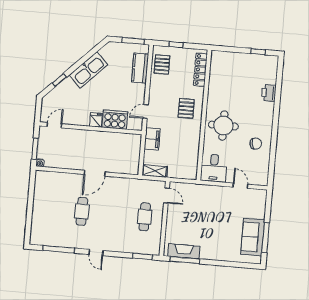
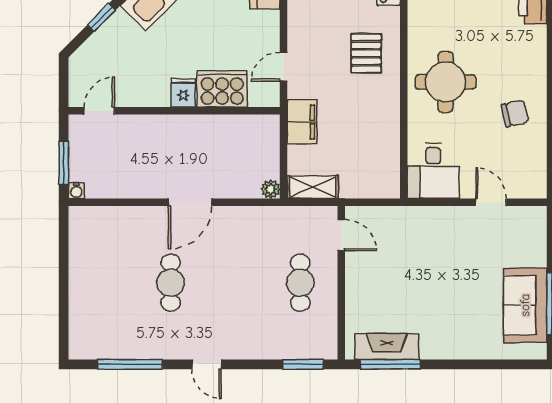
plant: (134, 170) -> (271, 189), added

